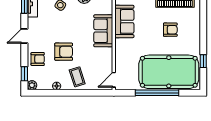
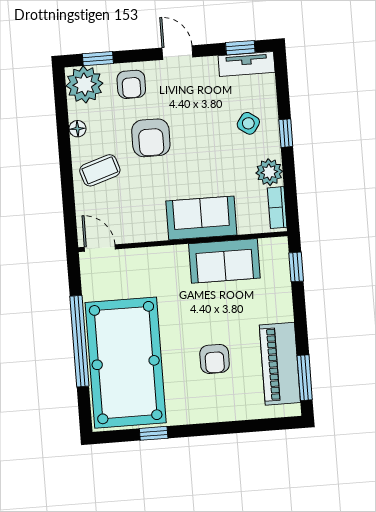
plant: (32, 85) -> (84, 85), width x1.87, depth x1.87

